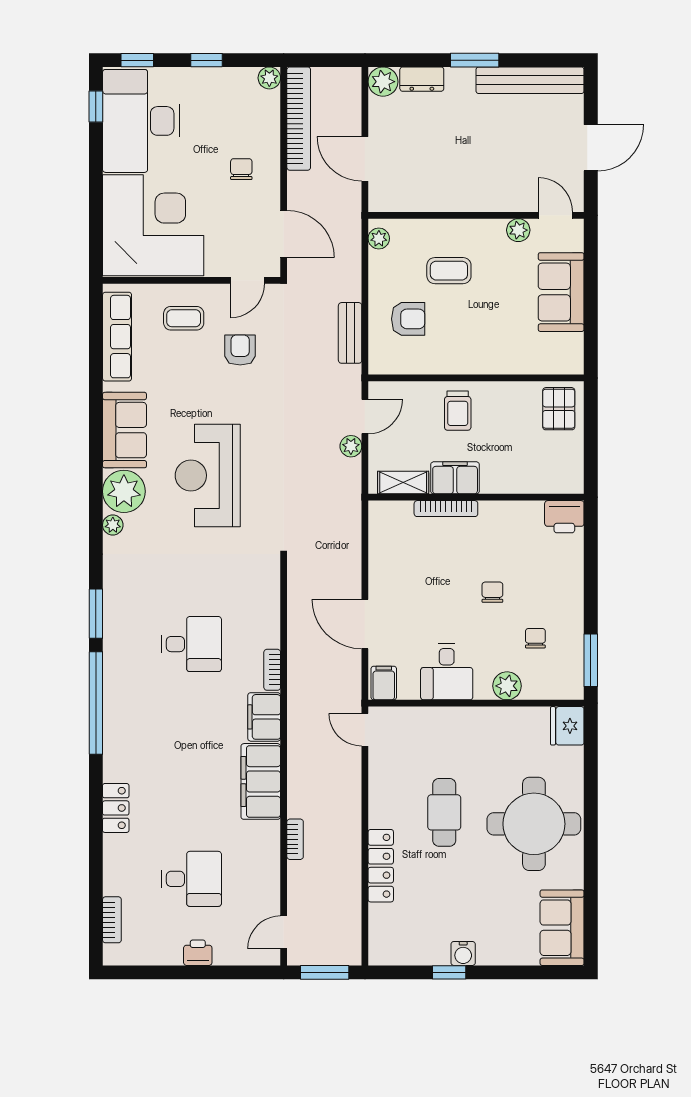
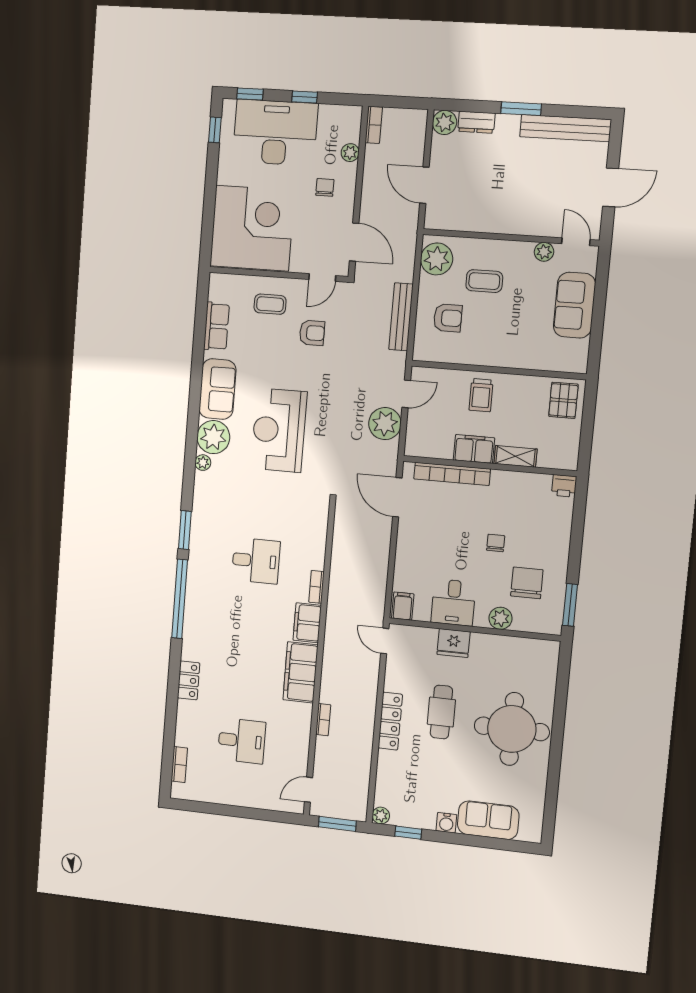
plant: (269, 78) -> (350, 153), moved
bookcase: (299, 119) -> (374, 125), width x0.43, depth x0.76
desk: (141, 121) -> (275, 133), moved, turned 90
plant: (379, 238) -> (437, 259), width x1.87, depth x1.87
bench: (350, 333) -> (401, 317), width x1.36
row of seats: (117, 337) -> (216, 326), width x0.68
armchair: (240, 350) -> (312, 333), turned 90
plant: (351, 446) -> (385, 424), width x1.88, depth x1.88
shelving: (403, 482) -> (515, 456), moved
bookcase: (446, 509) -> (452, 474), width x1.48, depth x1.31
printer: (564, 517) -> (564, 486), width x0.73, depth x0.81
door: (365, 624) -> (397, 497), moved
chair: (535, 638) -> (527, 583), width x1.87, depth x1.87
fridge: (567, 726) -> (454, 643), moved, turned -90
locker: (381, 866) -> (390, 721), moved
sofa: (562, 928) -> (488, 820), moved, turned 90
printer: (198, 953) -> (242, 797), removed
plant: (379, 954) -> (381, 815), added
window: (449, 972) -> (408, 833), moved

